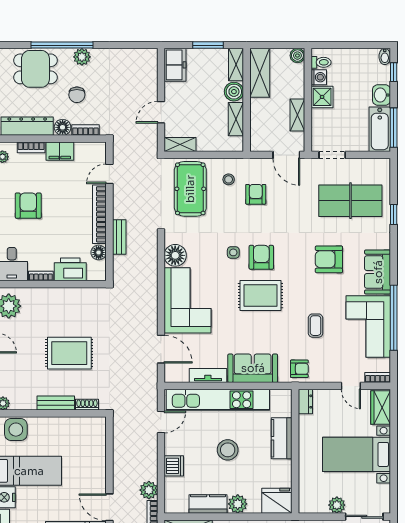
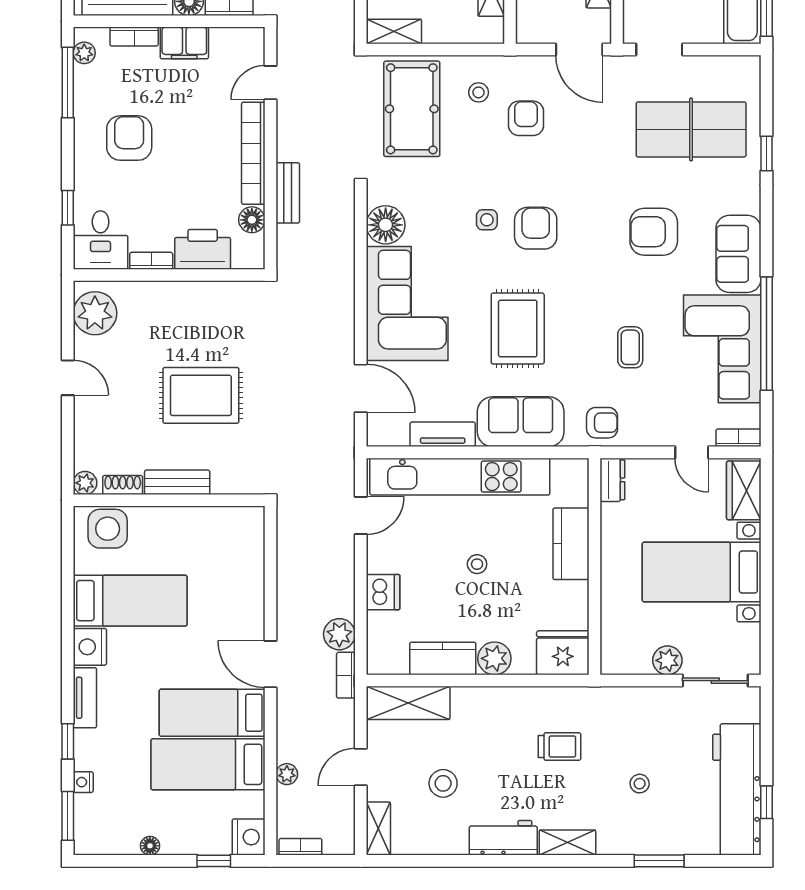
rug: (260, 295) -> (518, 329), moved, turned 90
shoe rack: (87, 405) -> (123, 485), moved
stool: (228, 450) -> (477, 564), width x0.53, depth x0.53

